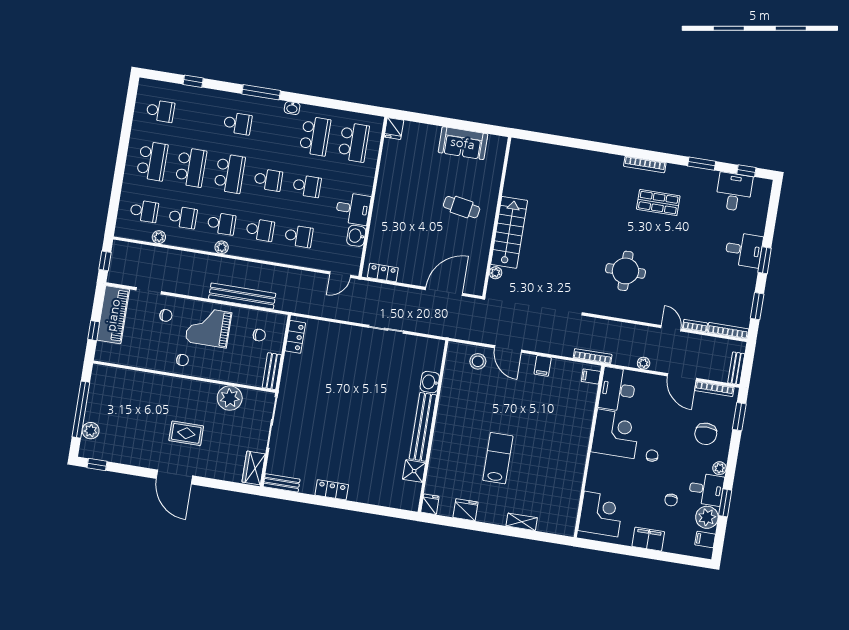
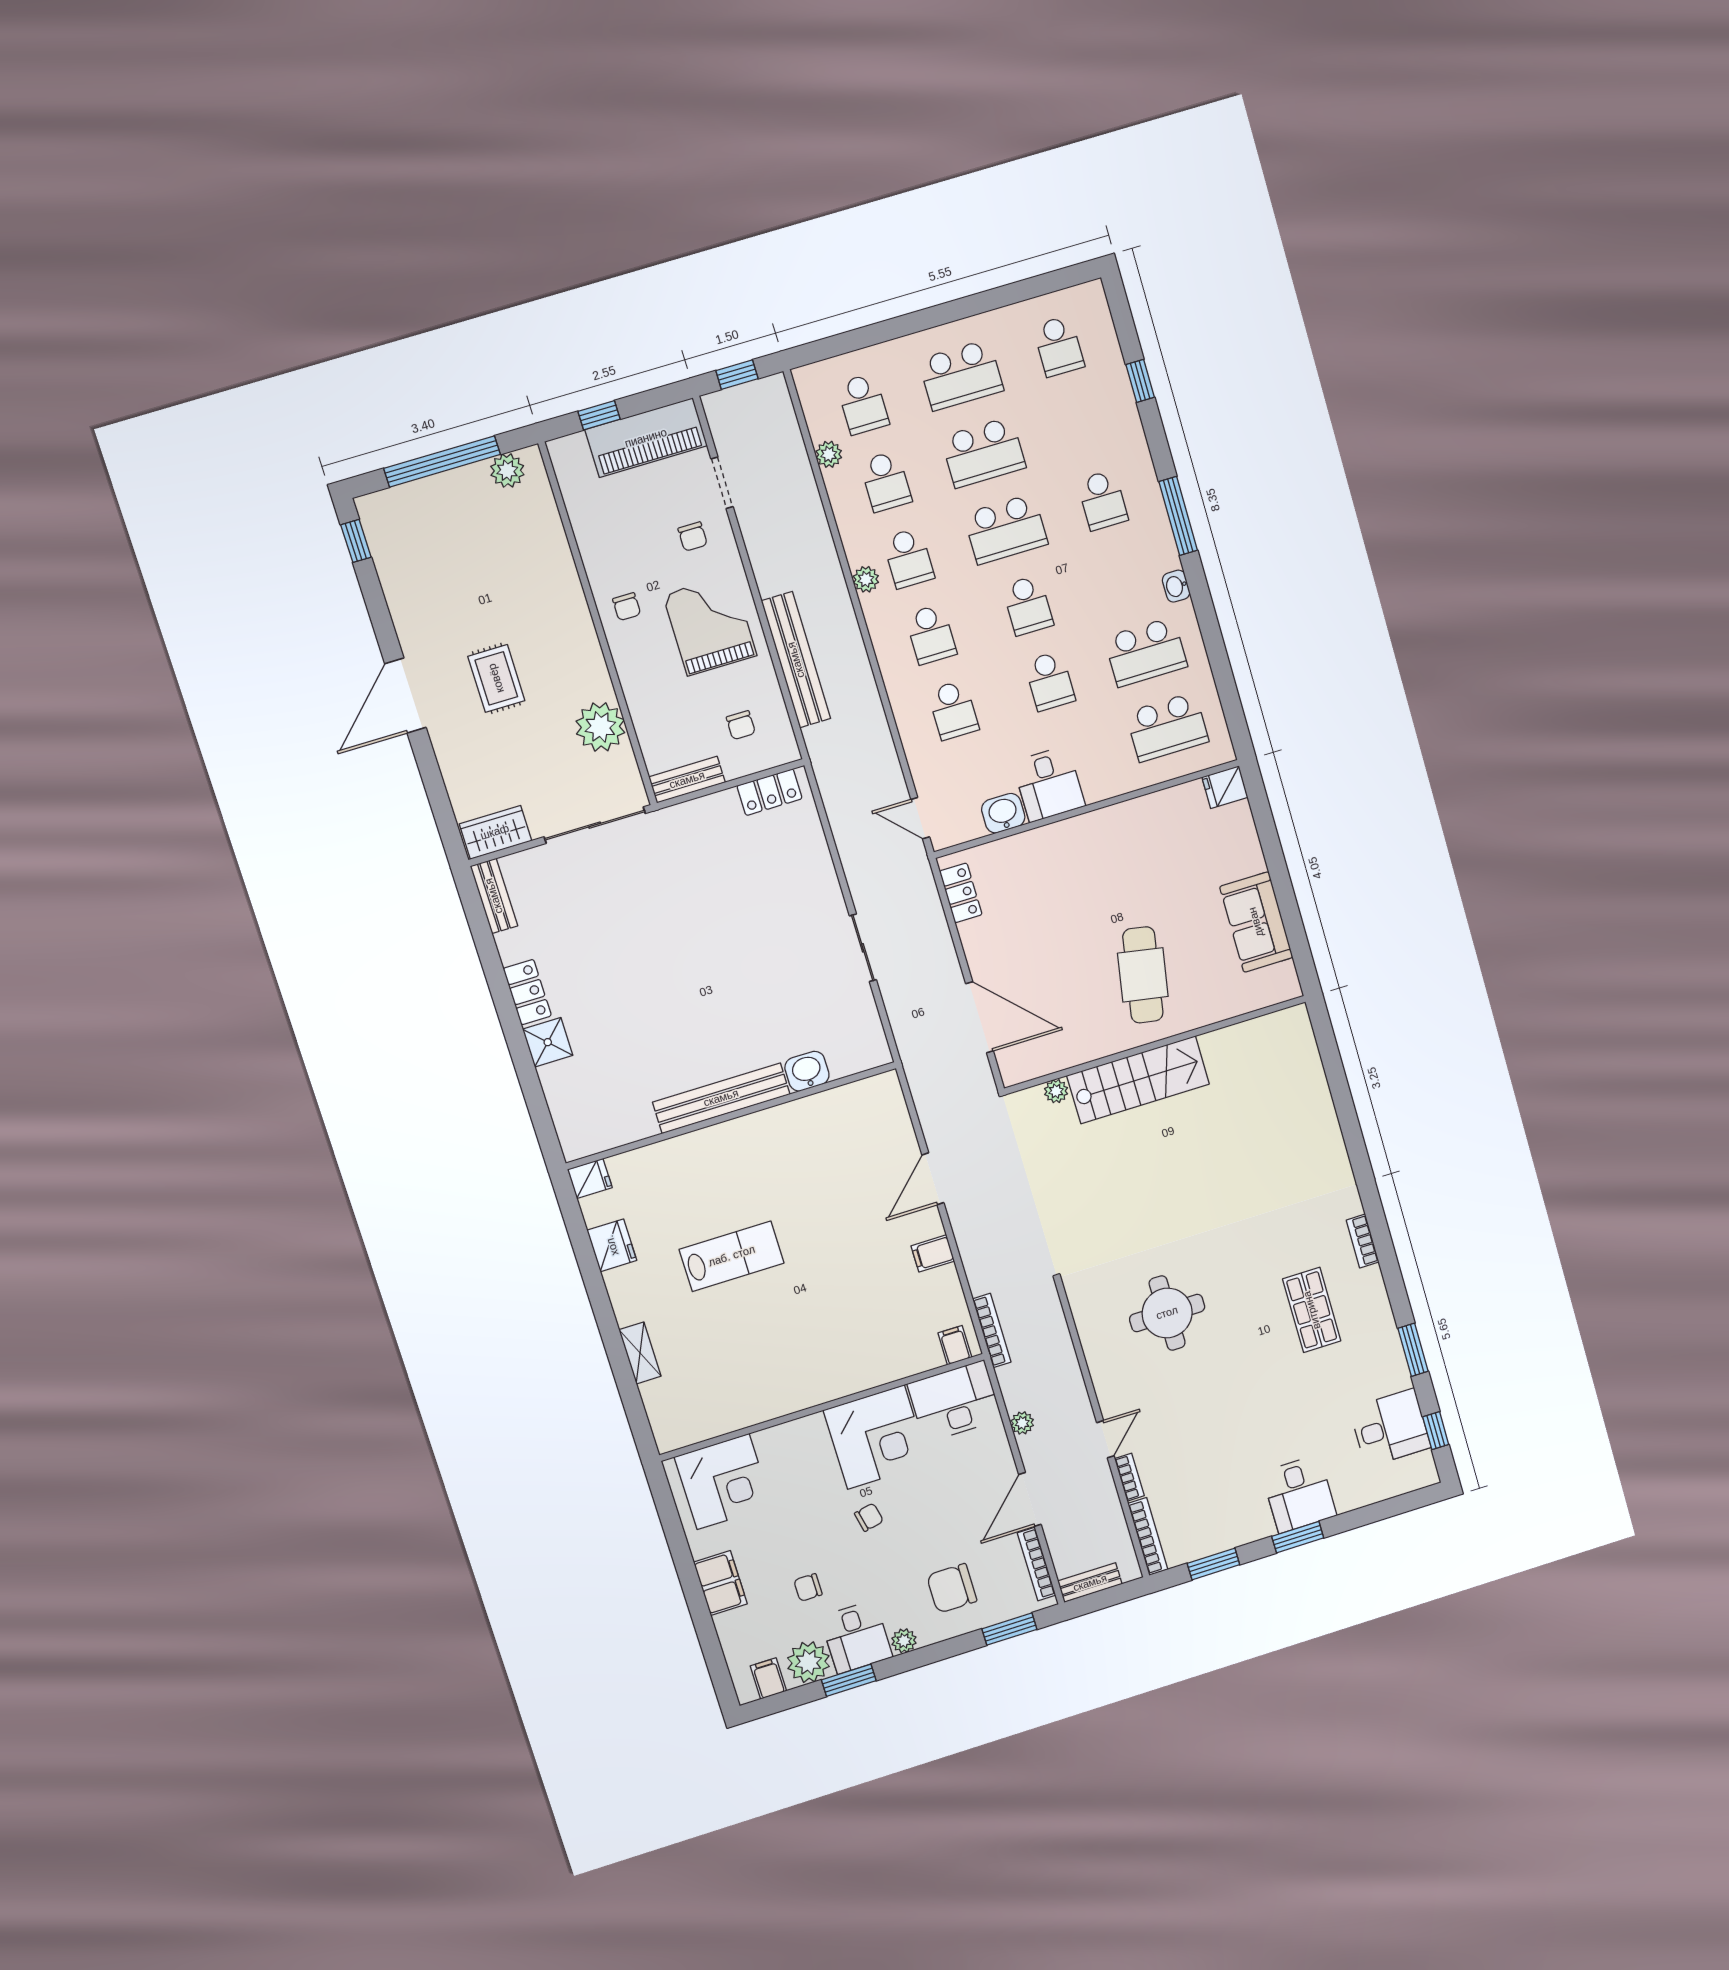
bookcase: (645, 164) -> (1363, 1241), width x0.64
cafe table: (462, 207) -> (1143, 975), width x1.37, depth x1.35
stool: (478, 361) -> (885, 1137), removed
plant: (91, 431) -> (507, 471), moved
shower: (414, 471) -> (548, 1042), moved

